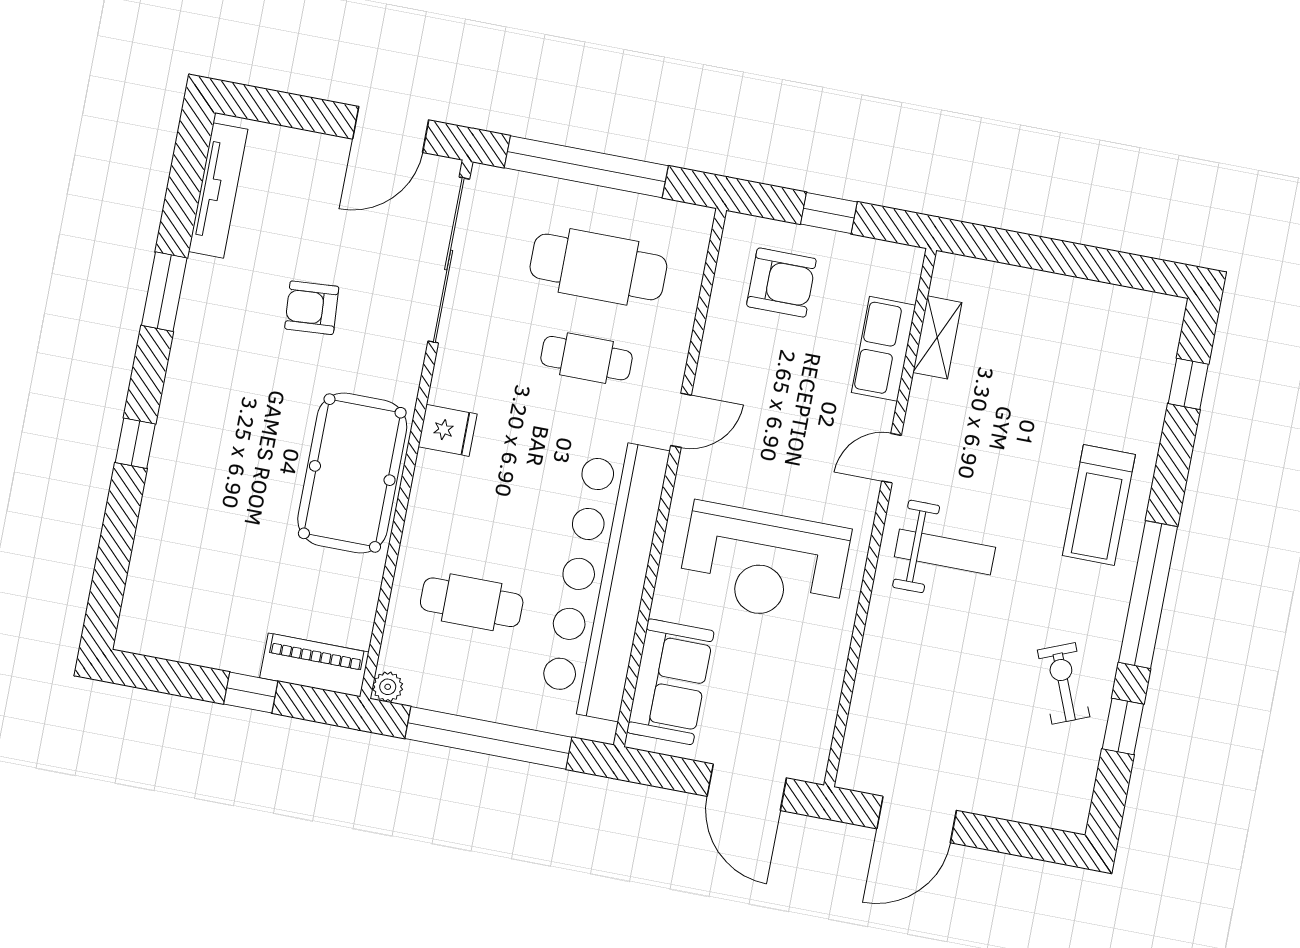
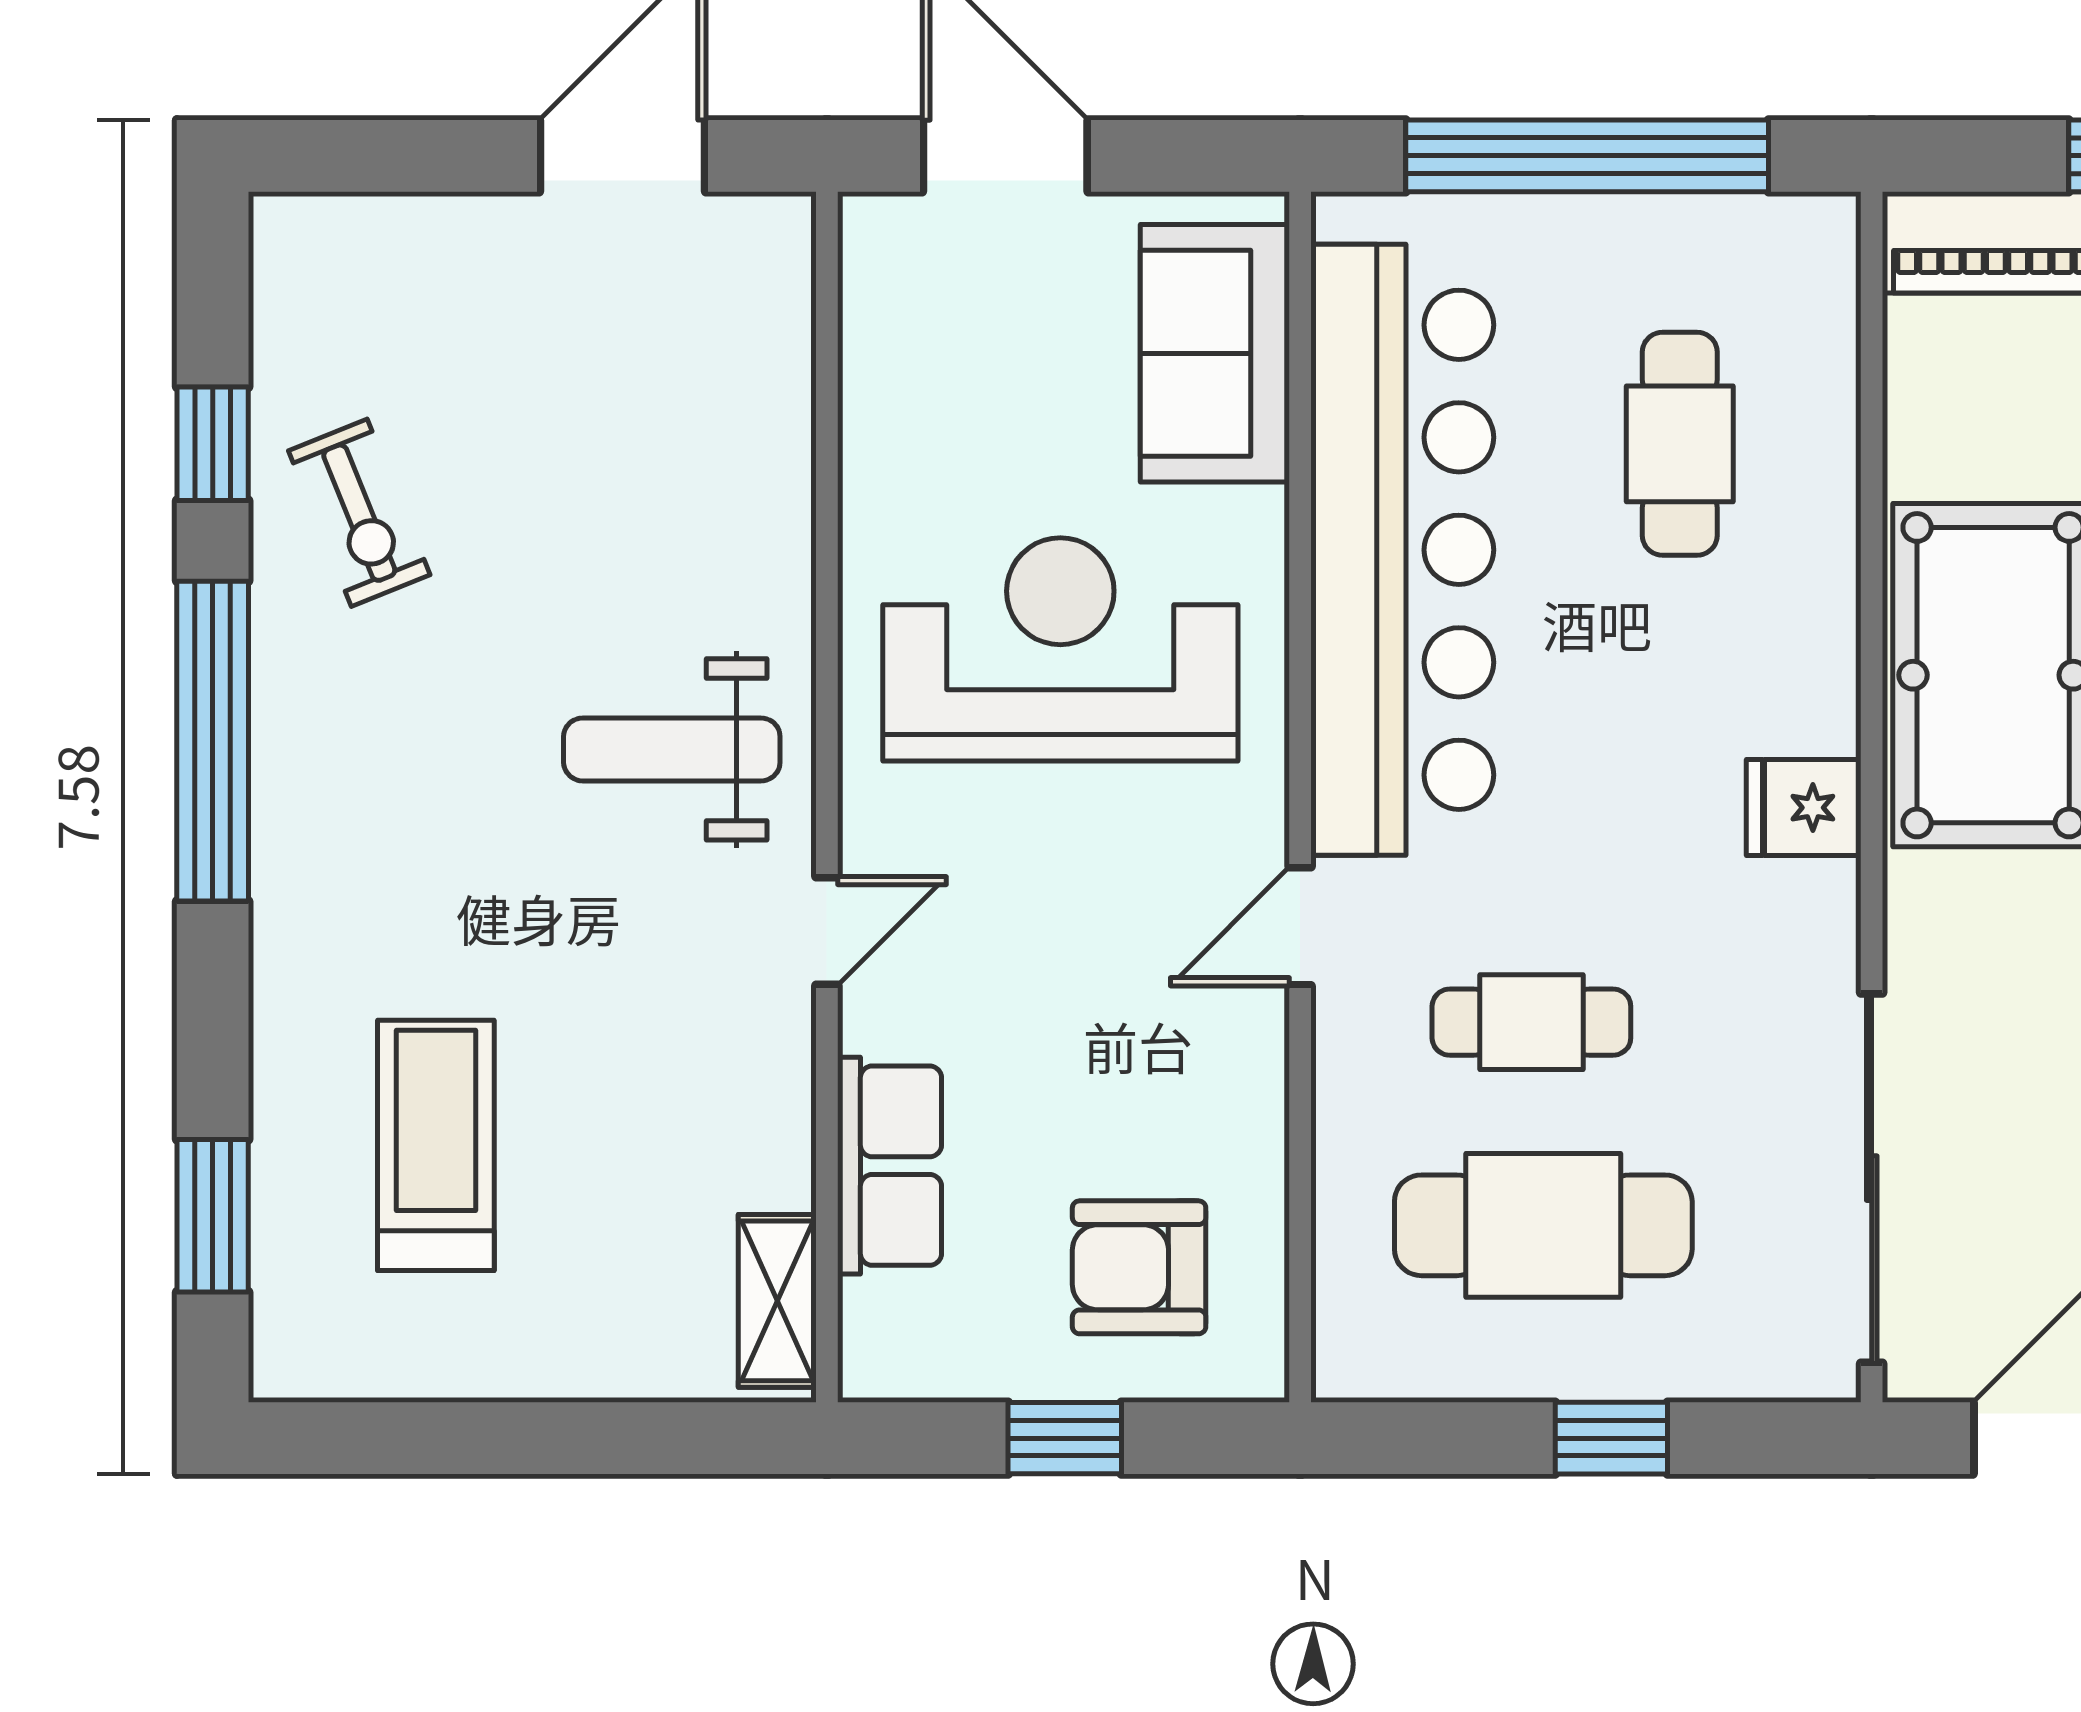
window: (586, 167) -> (1611, 1438), width x0.32
shelving: (937, 337) -> (777, 1301), moved
window: (1188, 384) -> (213, 1216), width x1.50
treadmill: (1099, 505) -> (436, 1145), moved
cafe table: (472, 602) -> (1680, 444), turned 90
plant: (388, 687) -> (1827, 225), removed

